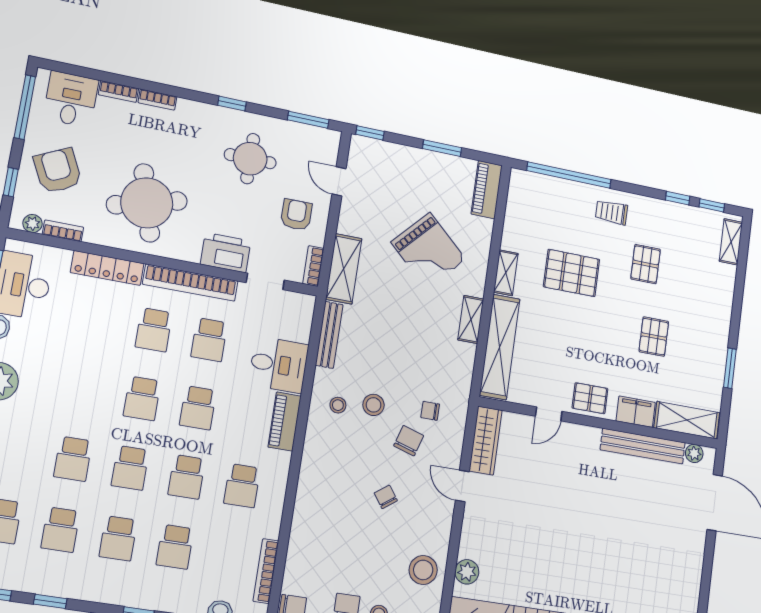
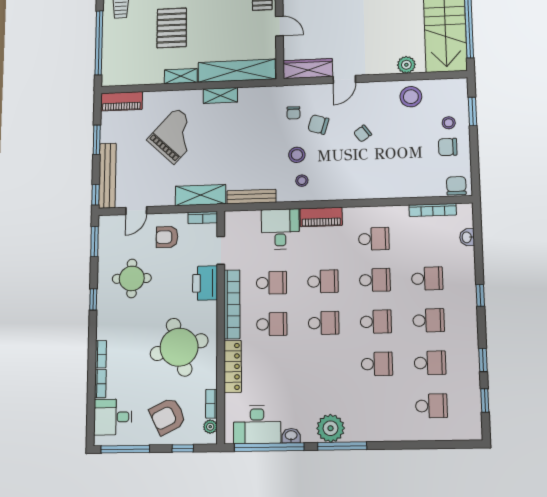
bench: (392, 153) -> (107, 176), added

